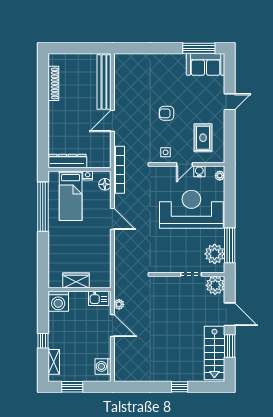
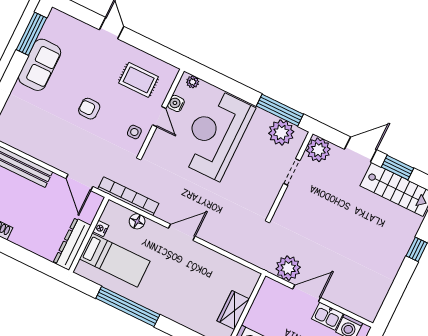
sofa: (206, 64) -> (40, 65), moved
armchair: (167, 113) -> (89, 109), turned 90
door: (112, 121) -> (79, 182), moved
dresser: (67, 161) -> (72, 244), moved
wall: (79, 169) -> (89, 235), moved
nightstand: (88, 176) -> (101, 229), moved
bed: (71, 196) -> (115, 260), moved
kitchen sink: (99, 298) -> (327, 316), moved, turned 90
plant: (119, 304) -> (288, 268), width x1.88, depth x1.88

